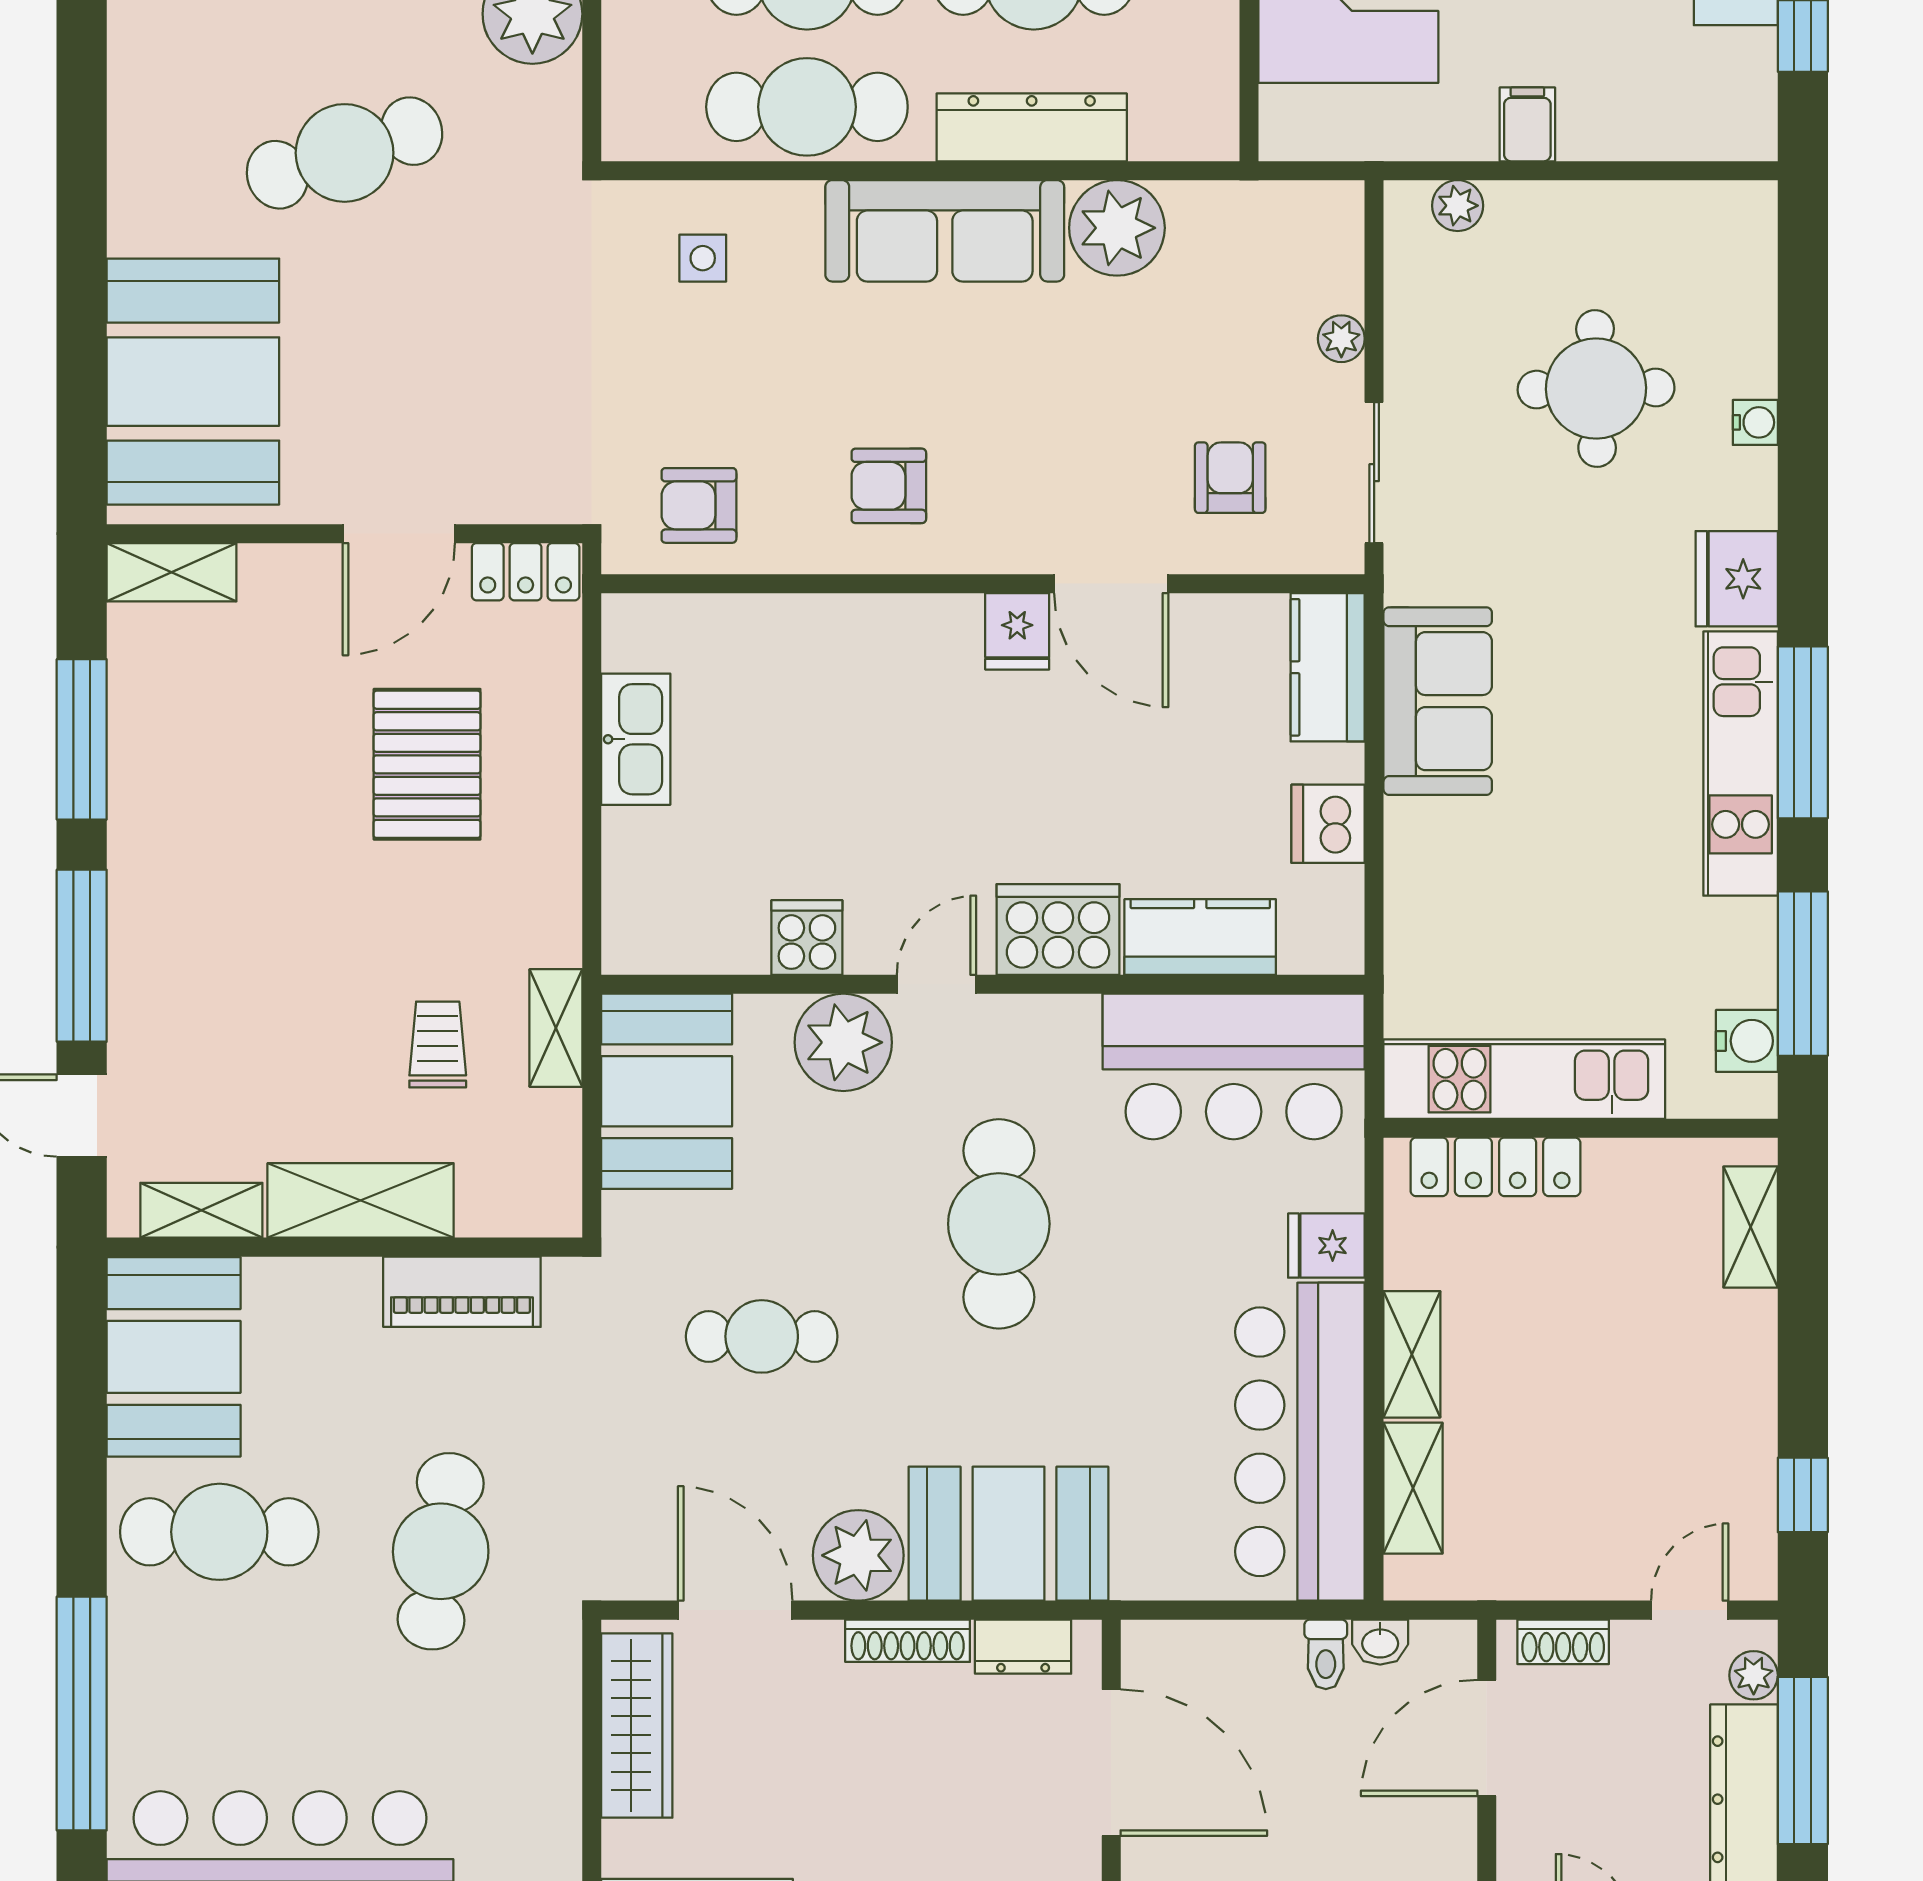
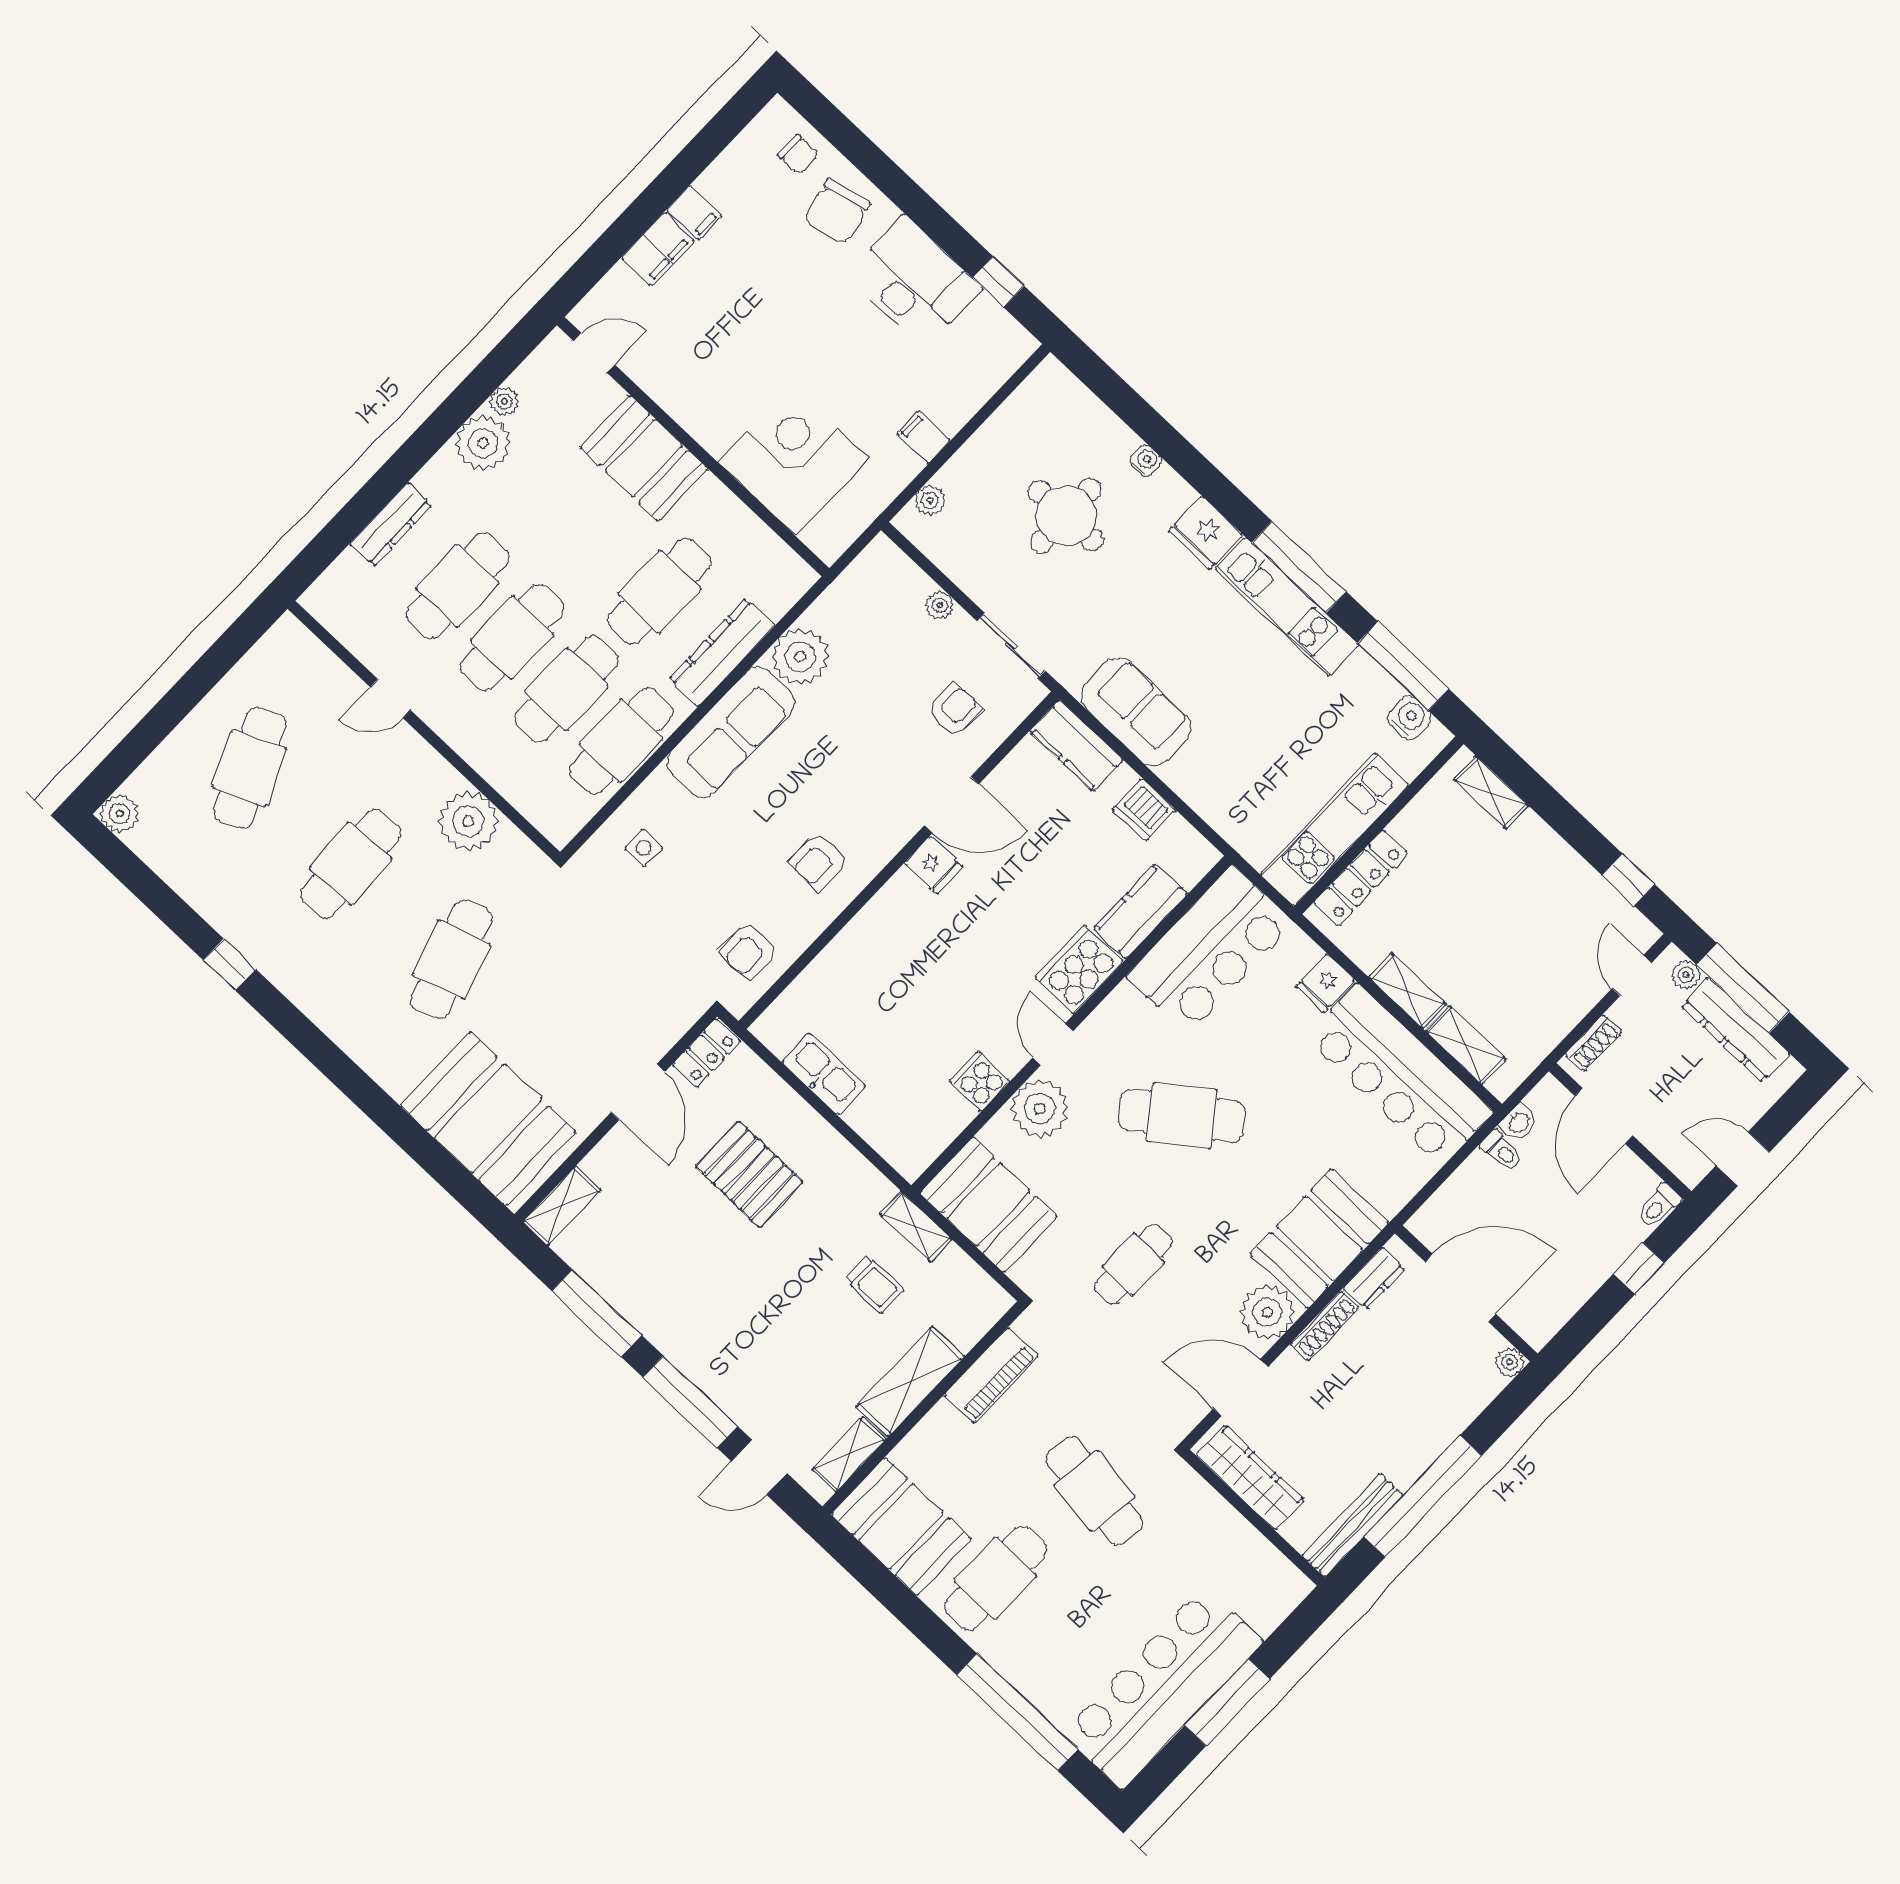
armchair: (1230, 478) -> (954, 710), turned 90
trolley: (438, 1044) -> (874, 1284), turned 180
cafe table: (999, 1224) -> (1182, 1116), turned -37

